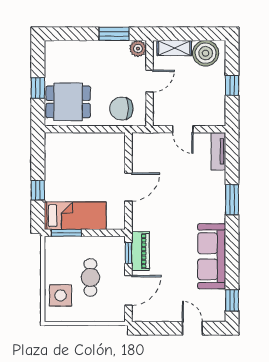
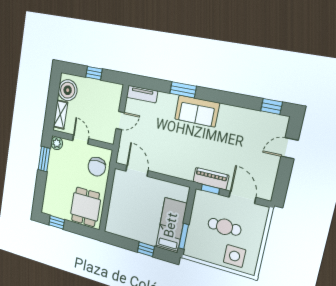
window: (38, 88) -> (57, 222), moved
door: (128, 187) -> (137, 171), moved
sofa: (212, 256) -> (197, 111), moved, width x0.73

